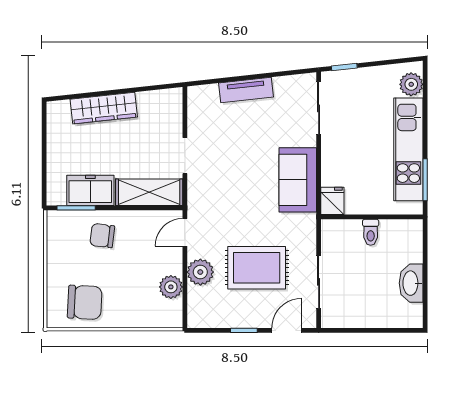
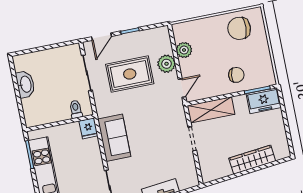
freezer: (90, 190) -> (264, 101), moved
toilet: (371, 232) -> (76, 109), moved

